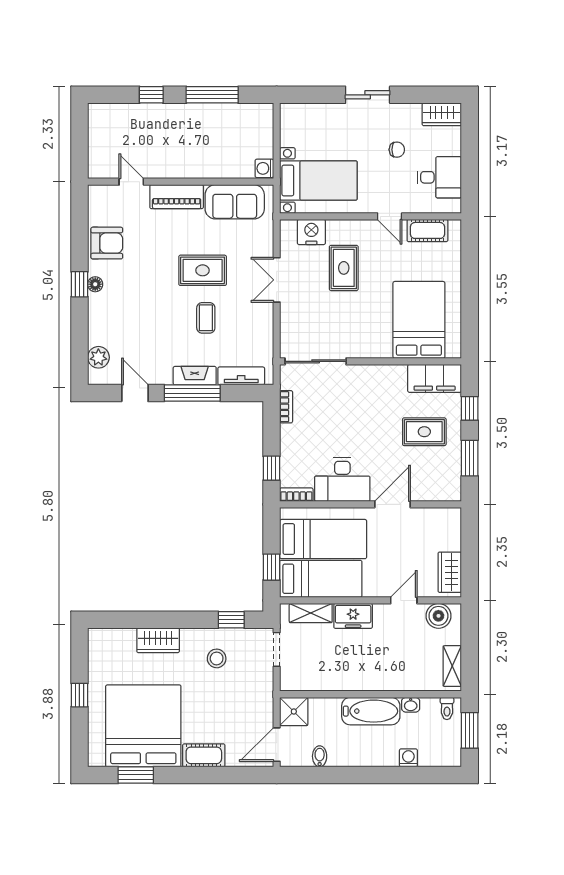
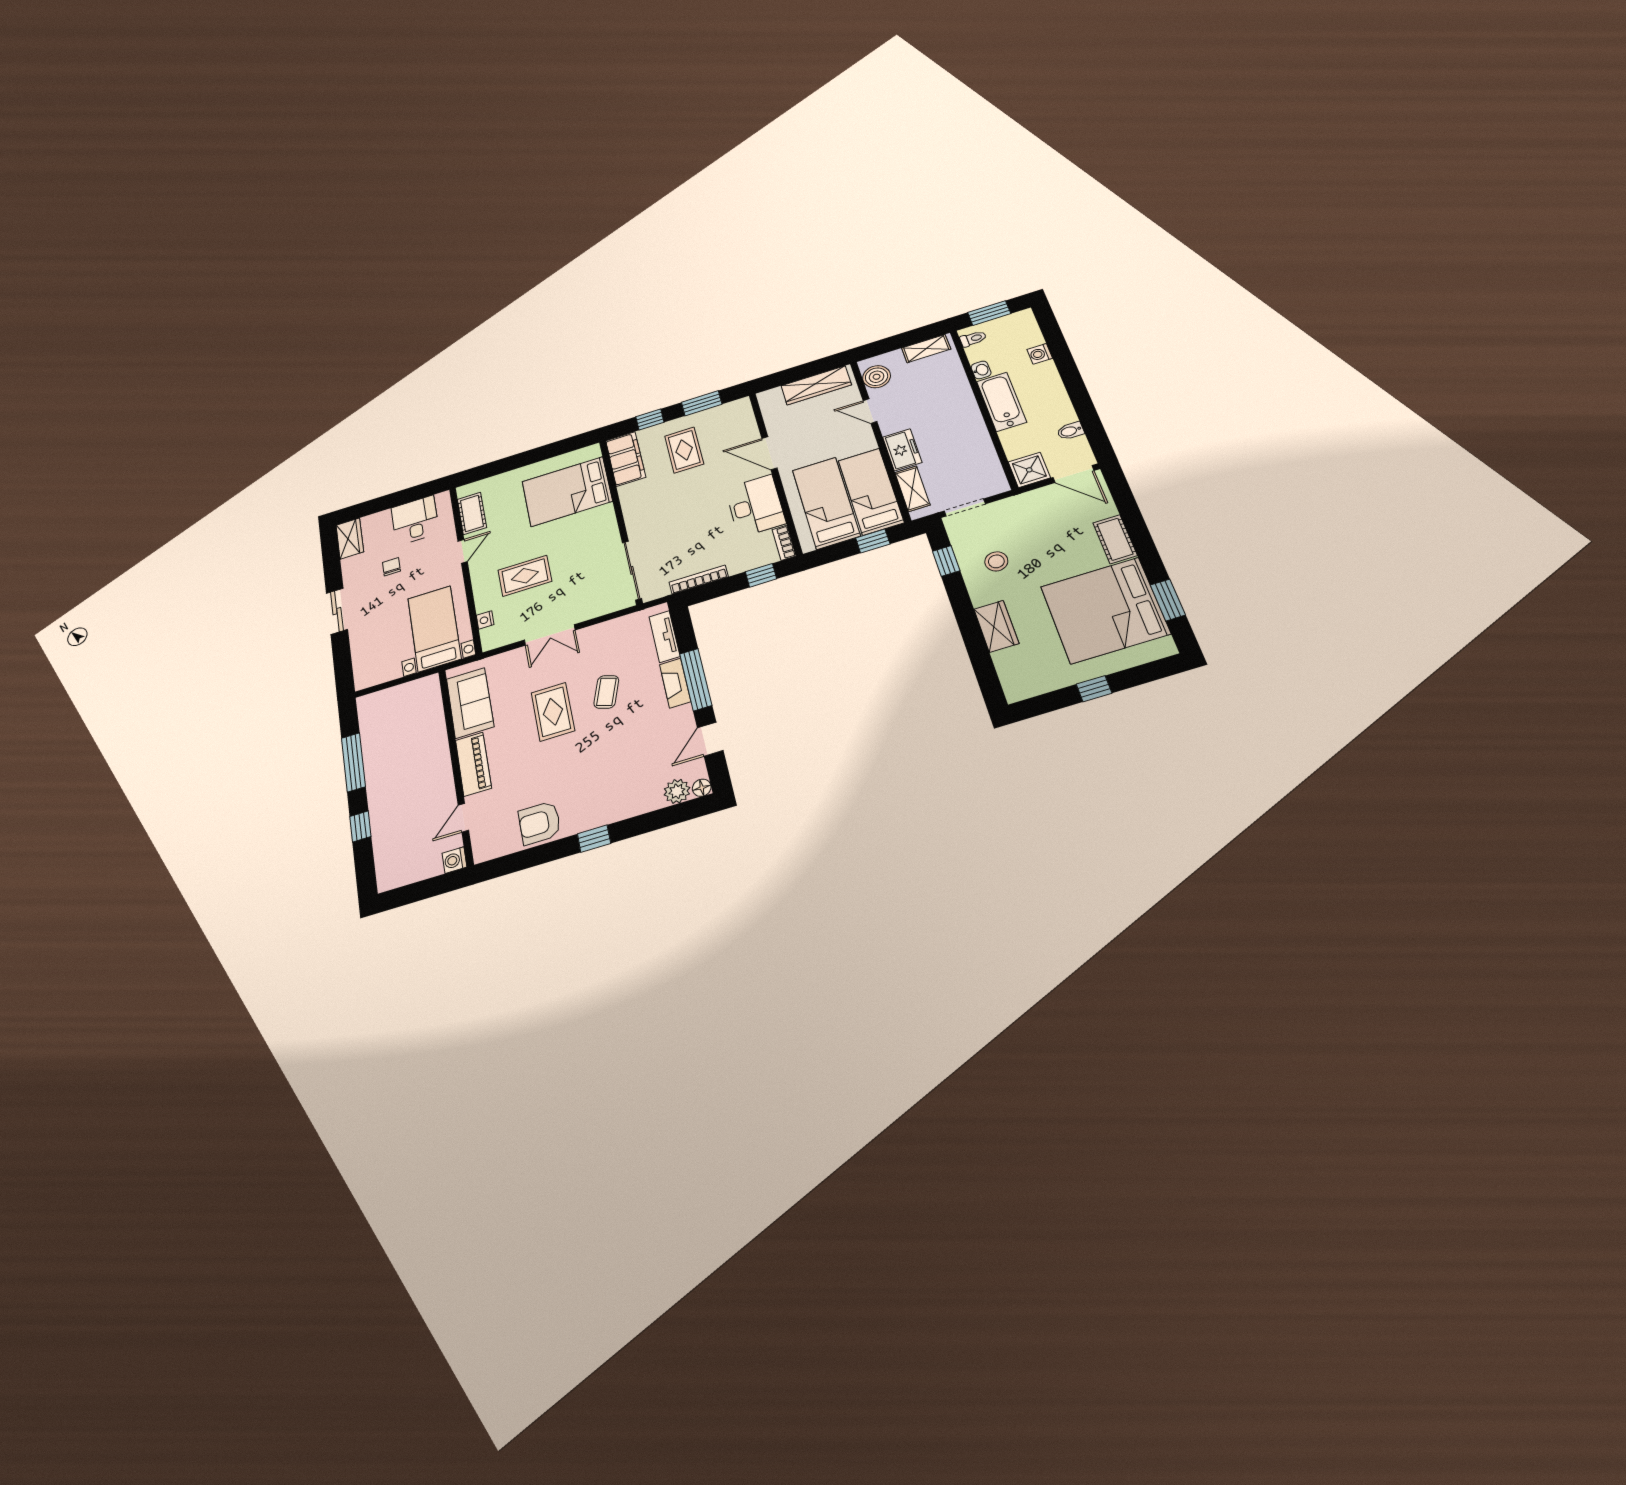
washing machine: (264, 168) -> (454, 860), moved, turned 90
nightstand: (311, 232) -> (485, 620), width x0.53, depth x0.56
armchair: (107, 243) -> (540, 823), turned -90
floor lamp: (95, 284) -> (702, 788), moved
coffee table: (206, 318) -> (606, 692), turned -71
bookcase: (286, 407) -> (699, 579), width x1.56
wardrobe: (450, 572) -> (816, 385), width x1.50

